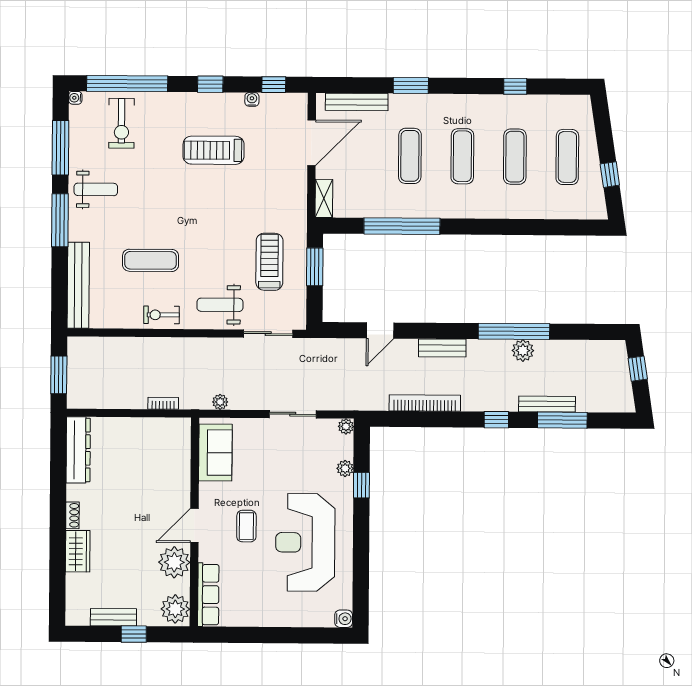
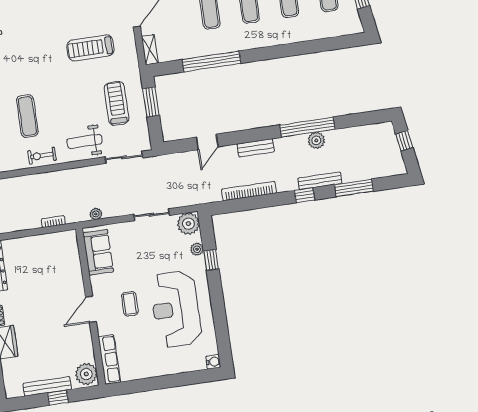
treadmill: (214, 150) -> (90, 48), moved
exercise mat: (151, 260) -> (27, 116), turned 90
bench: (547, 404) -> (320, 181), moved
plant: (346, 426) -> (188, 224), width x1.87, depth x1.87
plant: (174, 562) -> (80, 339), removed
bench: (113, 617) -> (47, 386), width x1.36

